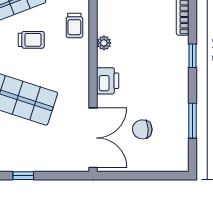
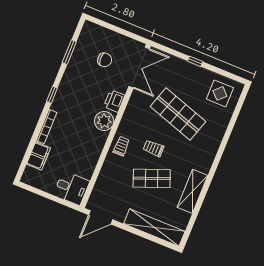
plant: (104, 43) -> (104, 121), width x1.88, depth x1.88
double door: (93, 138) -> (139, 68), swing flipped

